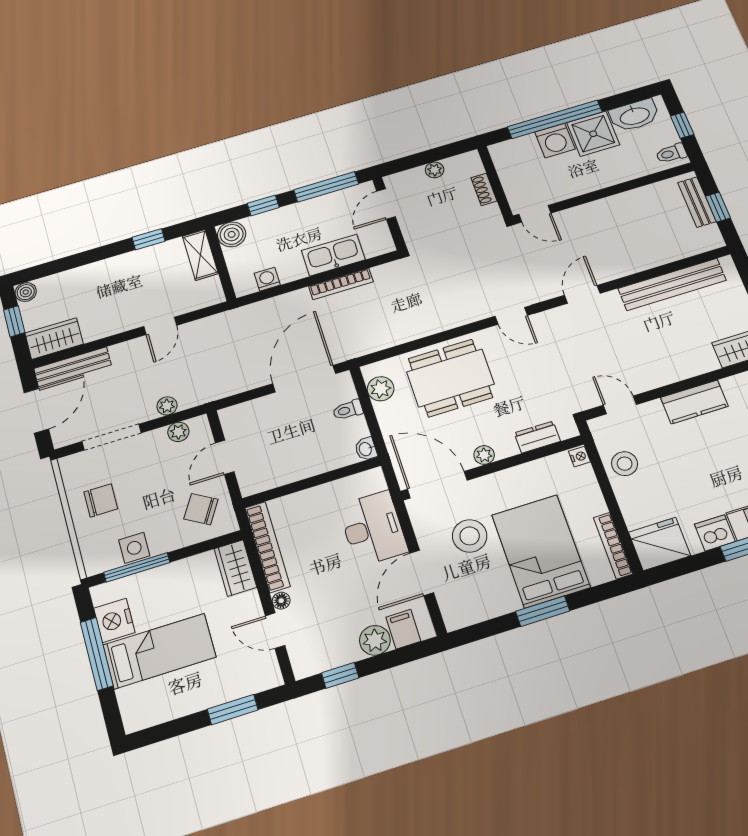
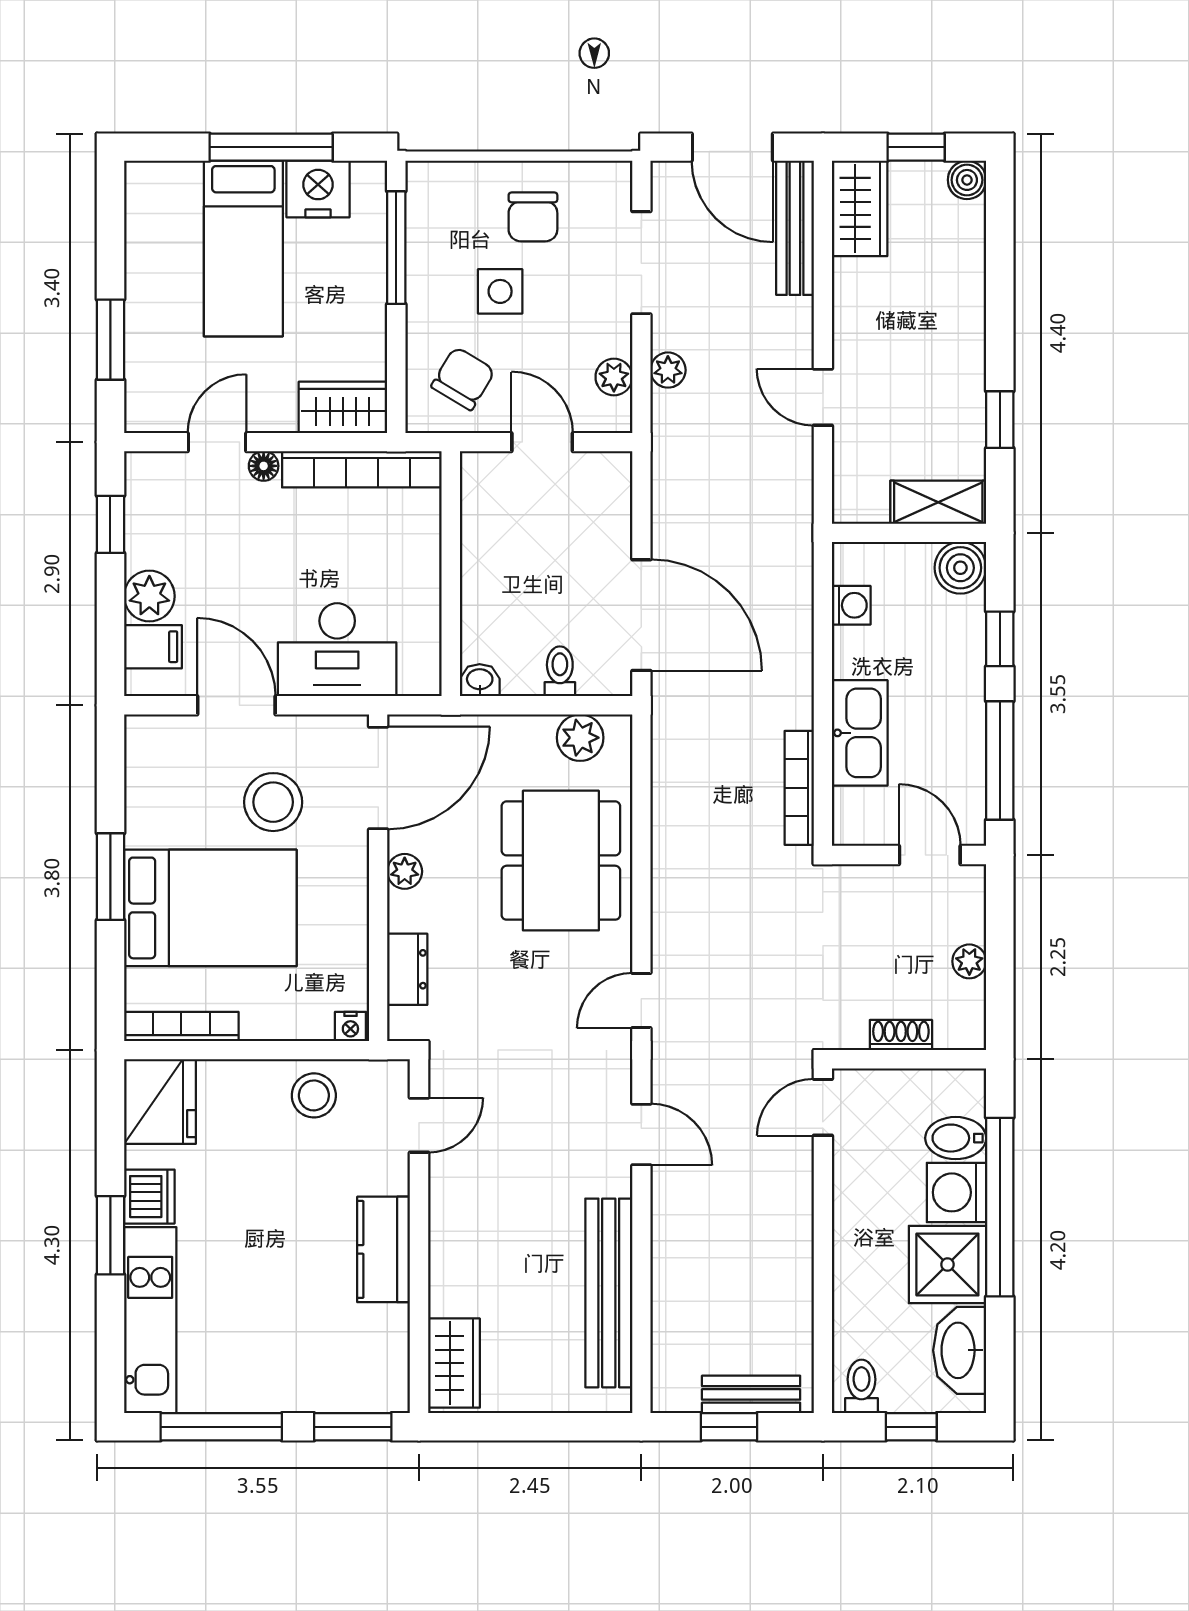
bidet: (527, 149) -> (956, 1138), added
bookcase: (341, 284) -> (799, 788), moved
side table: (134, 548) -> (500, 291), moved

